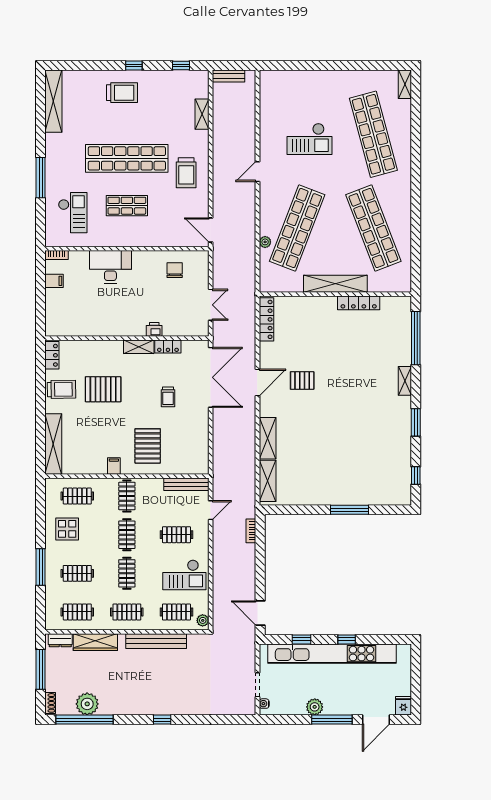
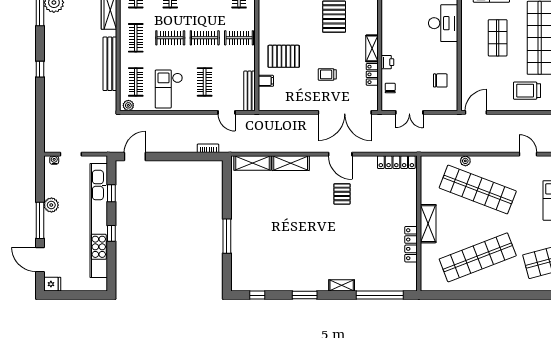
shelving: (335, 284) -> (428, 224), width x0.68
chair: (183, 326) -> (390, 88), added
filing cabinet: (114, 466) -> (266, 81), moved

